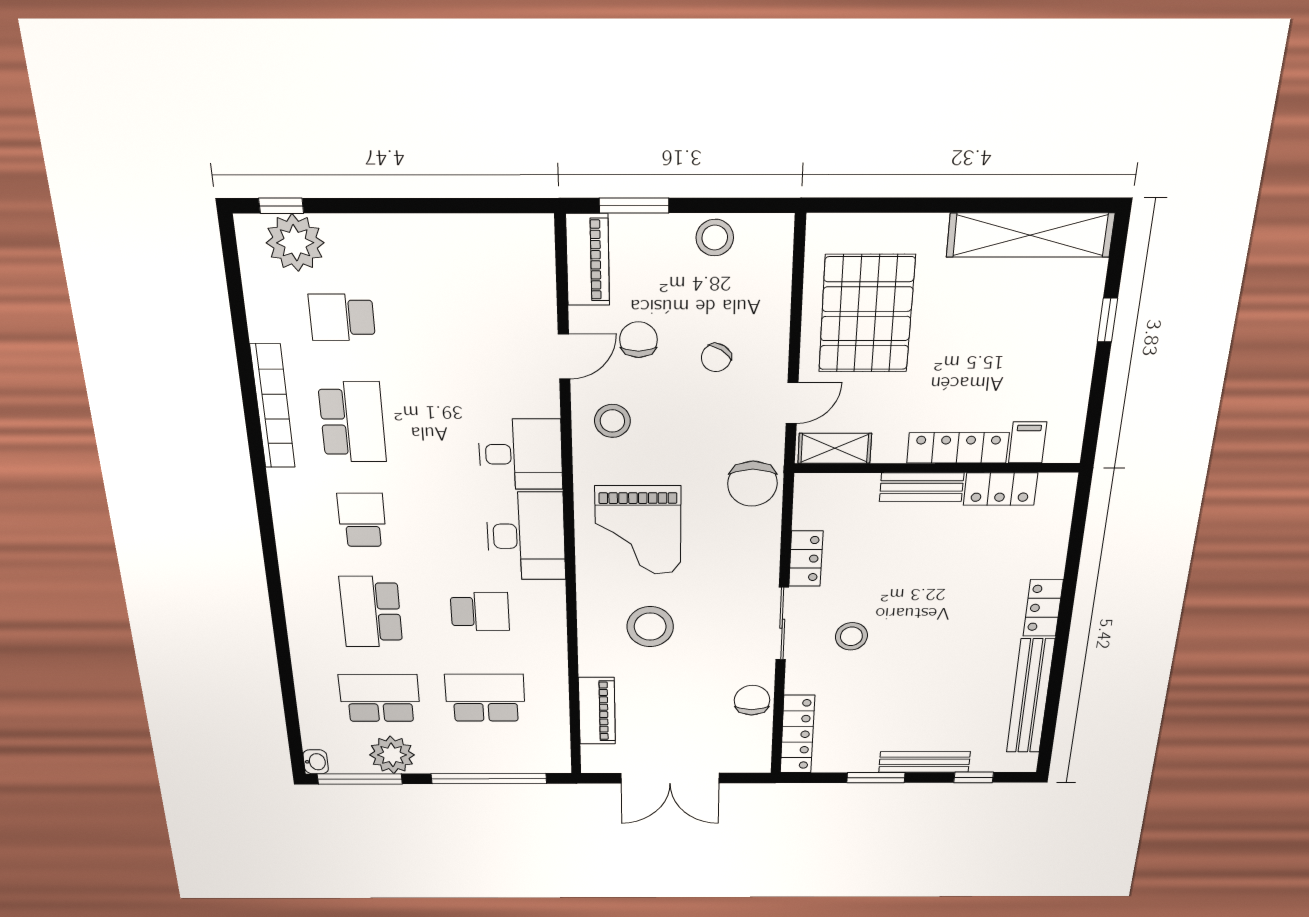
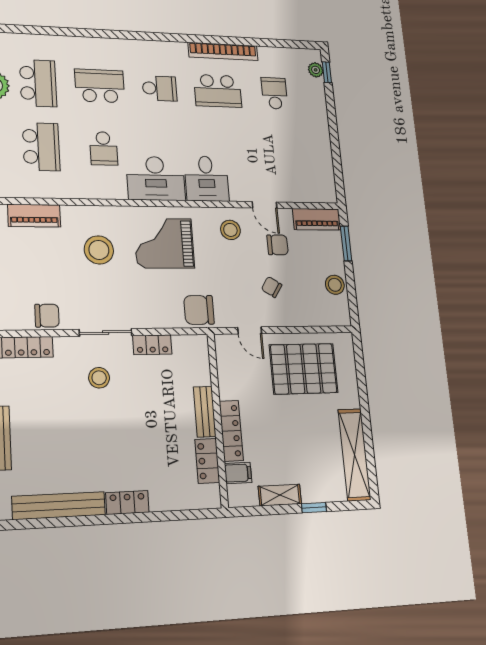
plant: (295, 243) -> (316, 70), width x0.53, depth x0.53
shelving: (835, 448) -> (280, 495), moved, turned 90

